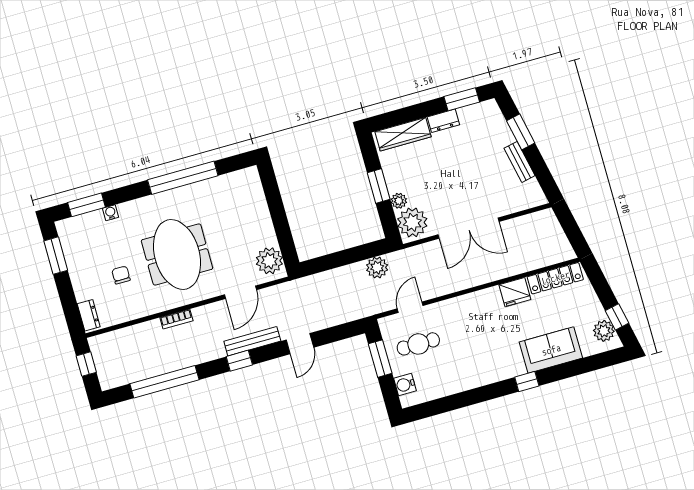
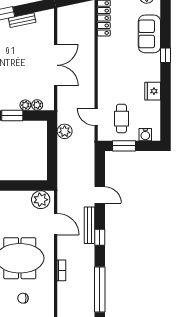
plant: (412, 222) -> (37, 105), width x0.53, depth x0.53
fridge: (515, 292) -> (153, 91), moved, turned 180

